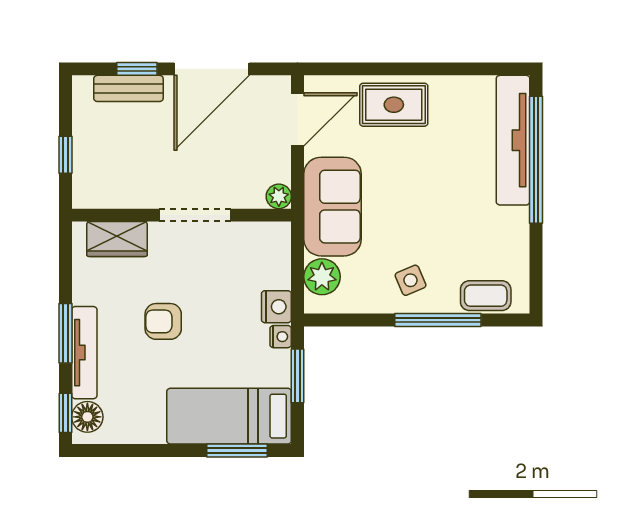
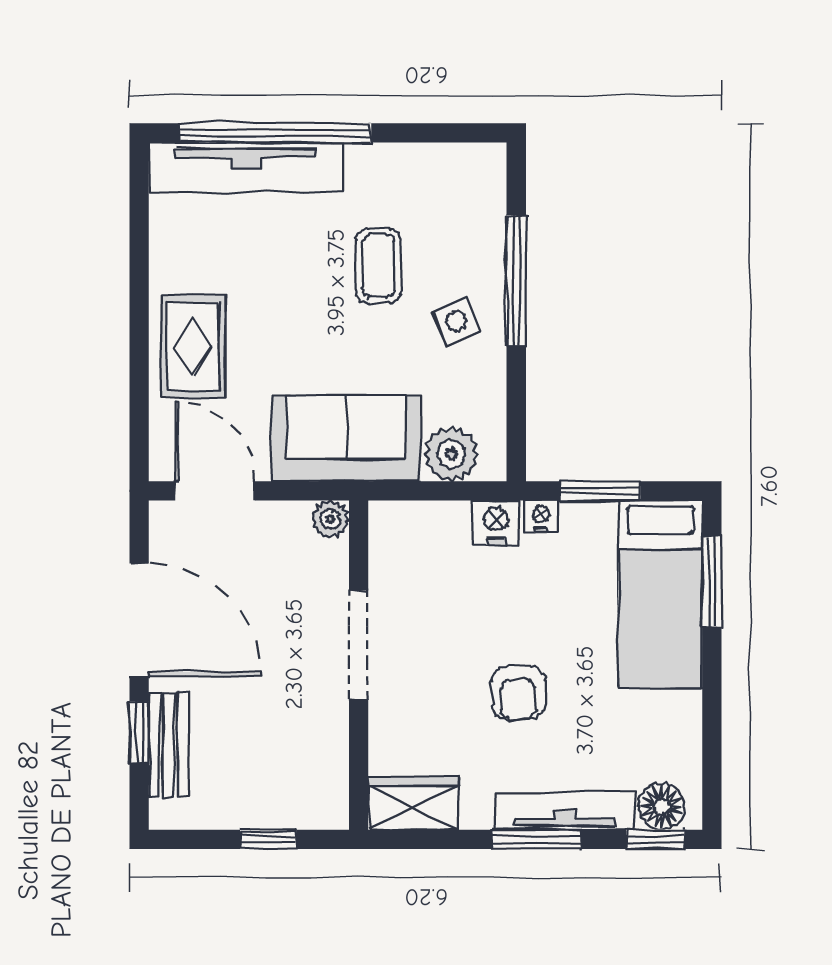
wardrobe: (117, 239) -> (414, 804), moved, turned -90
coffee table: (486, 296) -> (378, 266), moved

